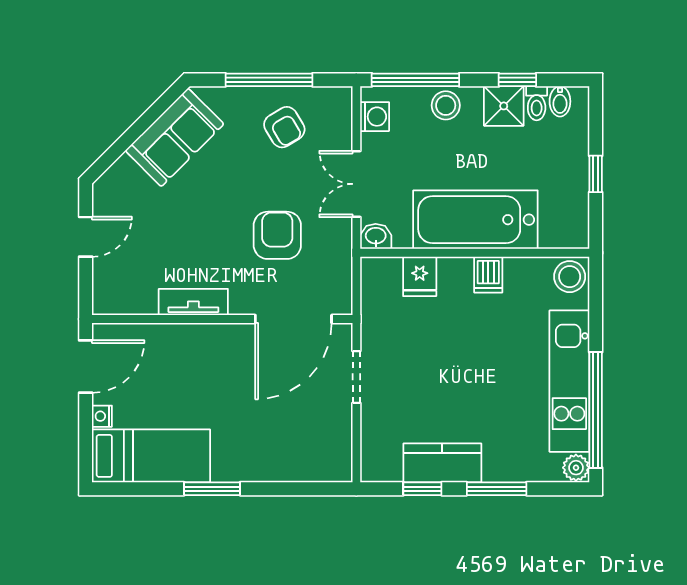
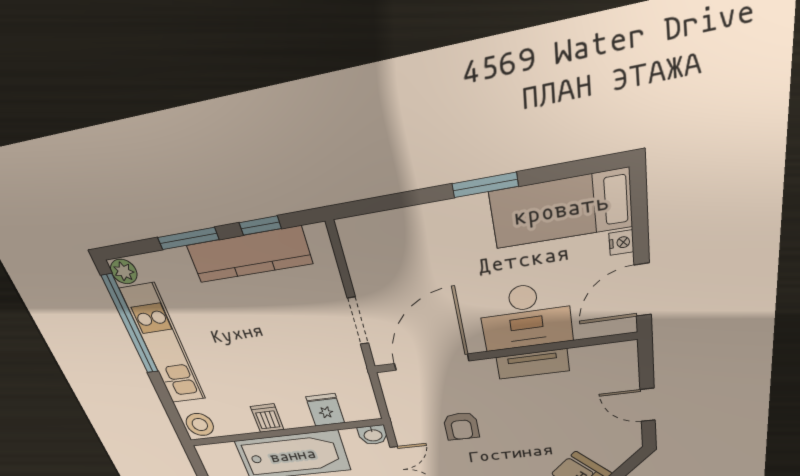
armchair: (277, 235) -> (461, 426), width x0.72, depth x0.72
door: (86, 237) -> (648, 405), hinge flipped
desk: (194, 356) -> (525, 317), added
kitchen counter: (442, 463) -> (250, 255), width x1.50

